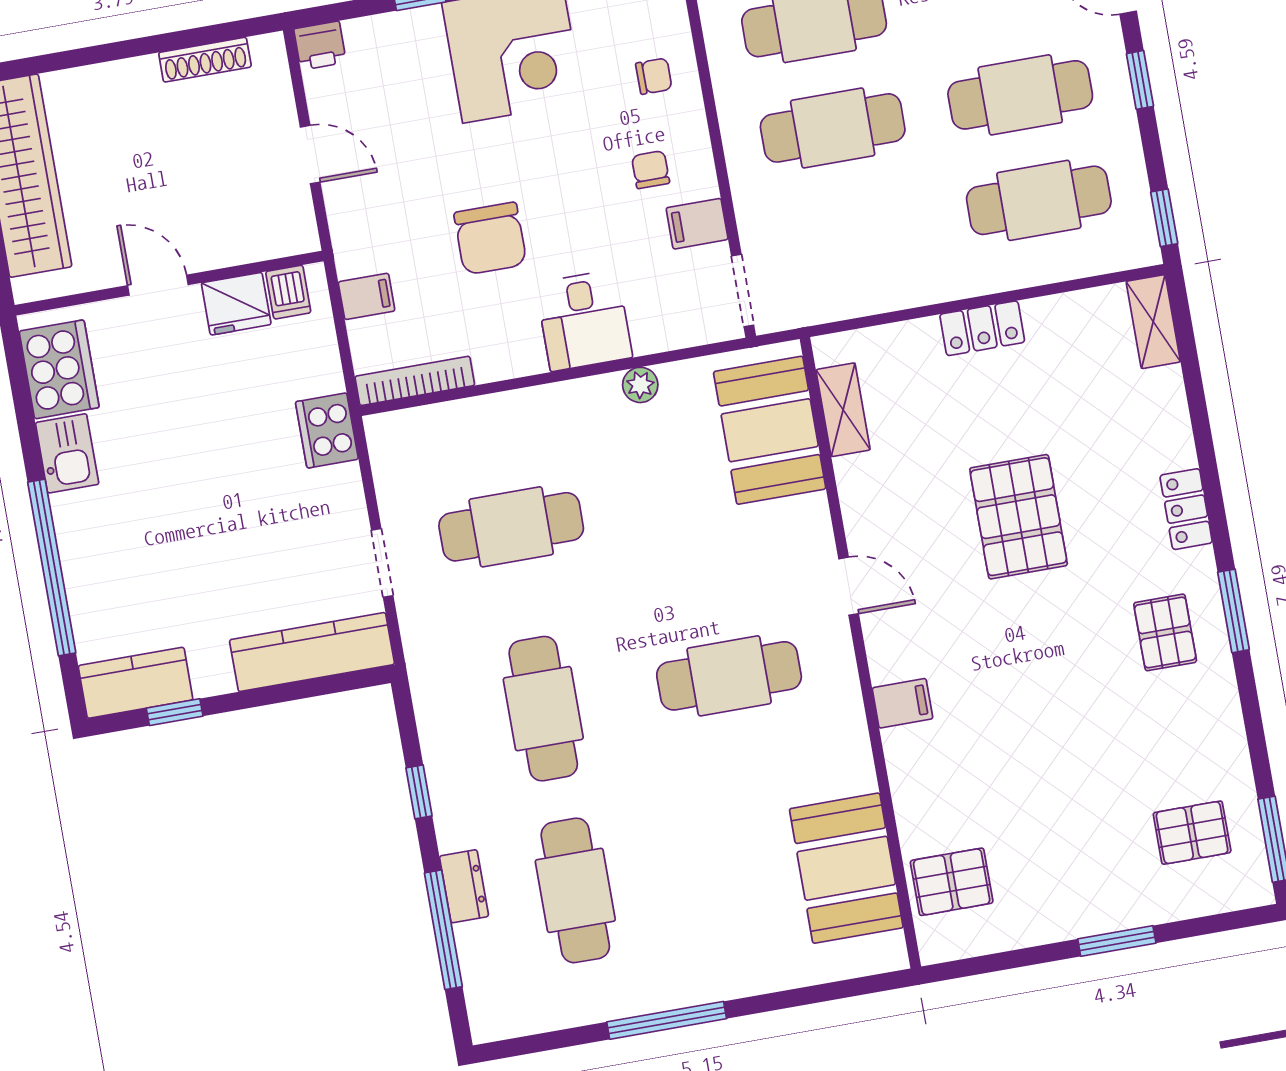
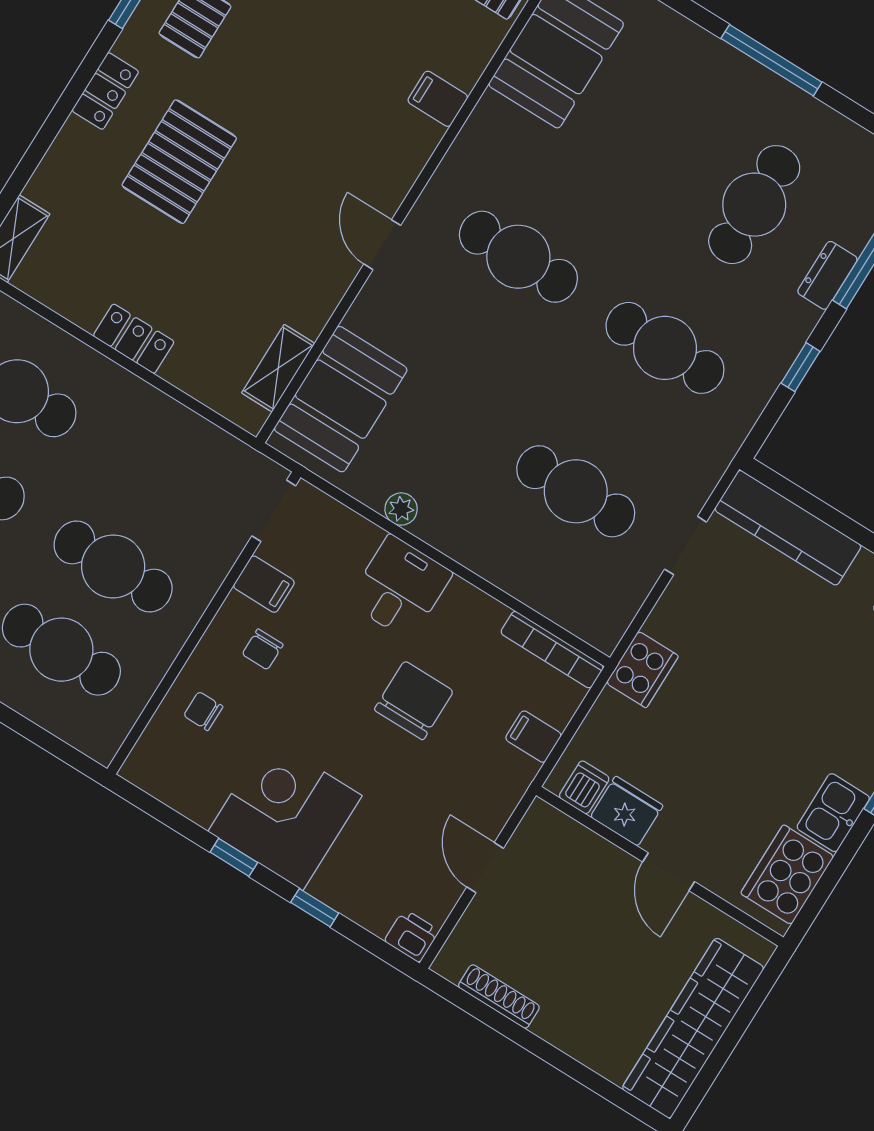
pallet: (1019, 517) -> (179, 162), moved
filing cabinet: (902, 703) -> (438, 99), moved
cafe table: (543, 709) -> (665, 348), turned 90

